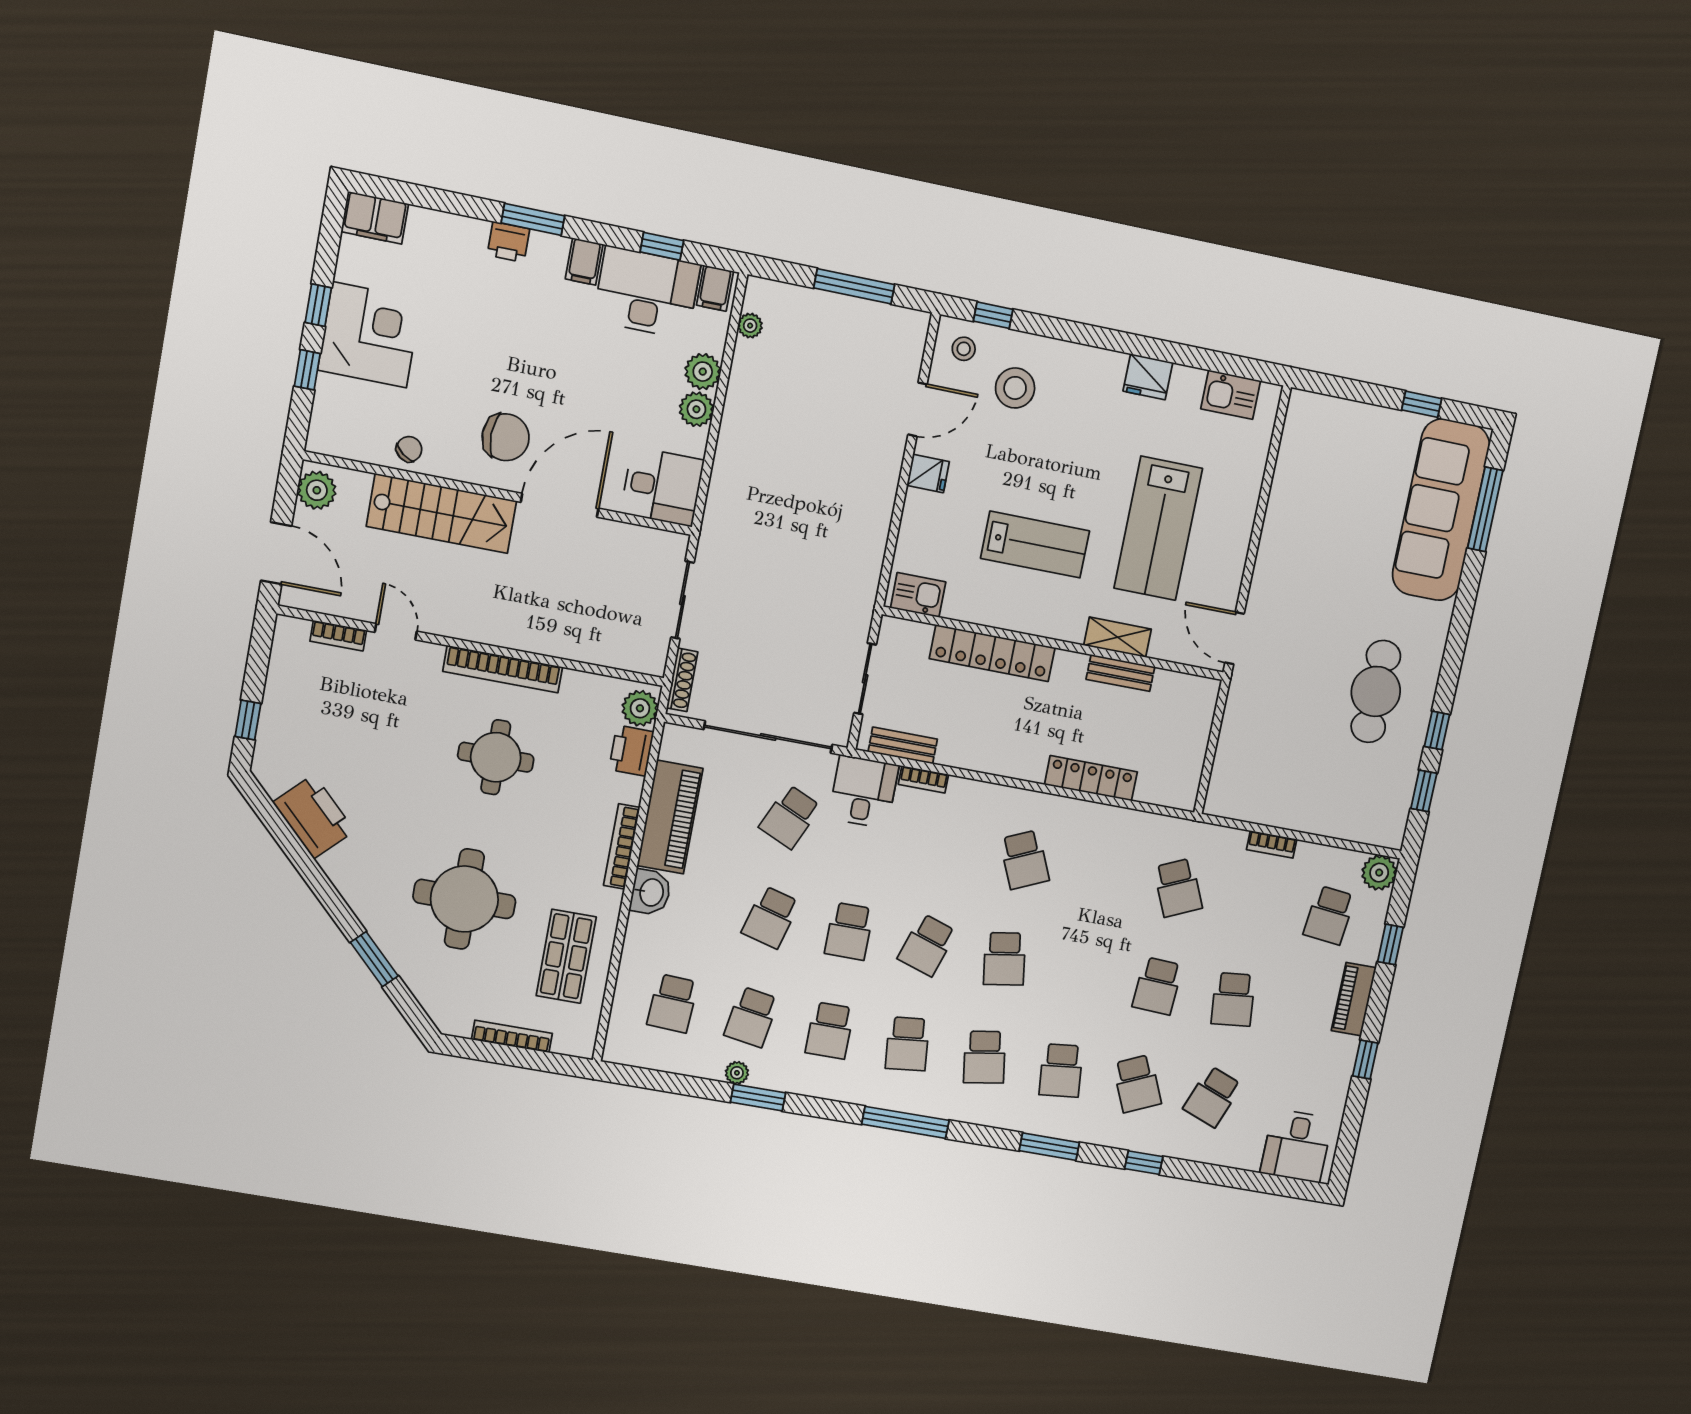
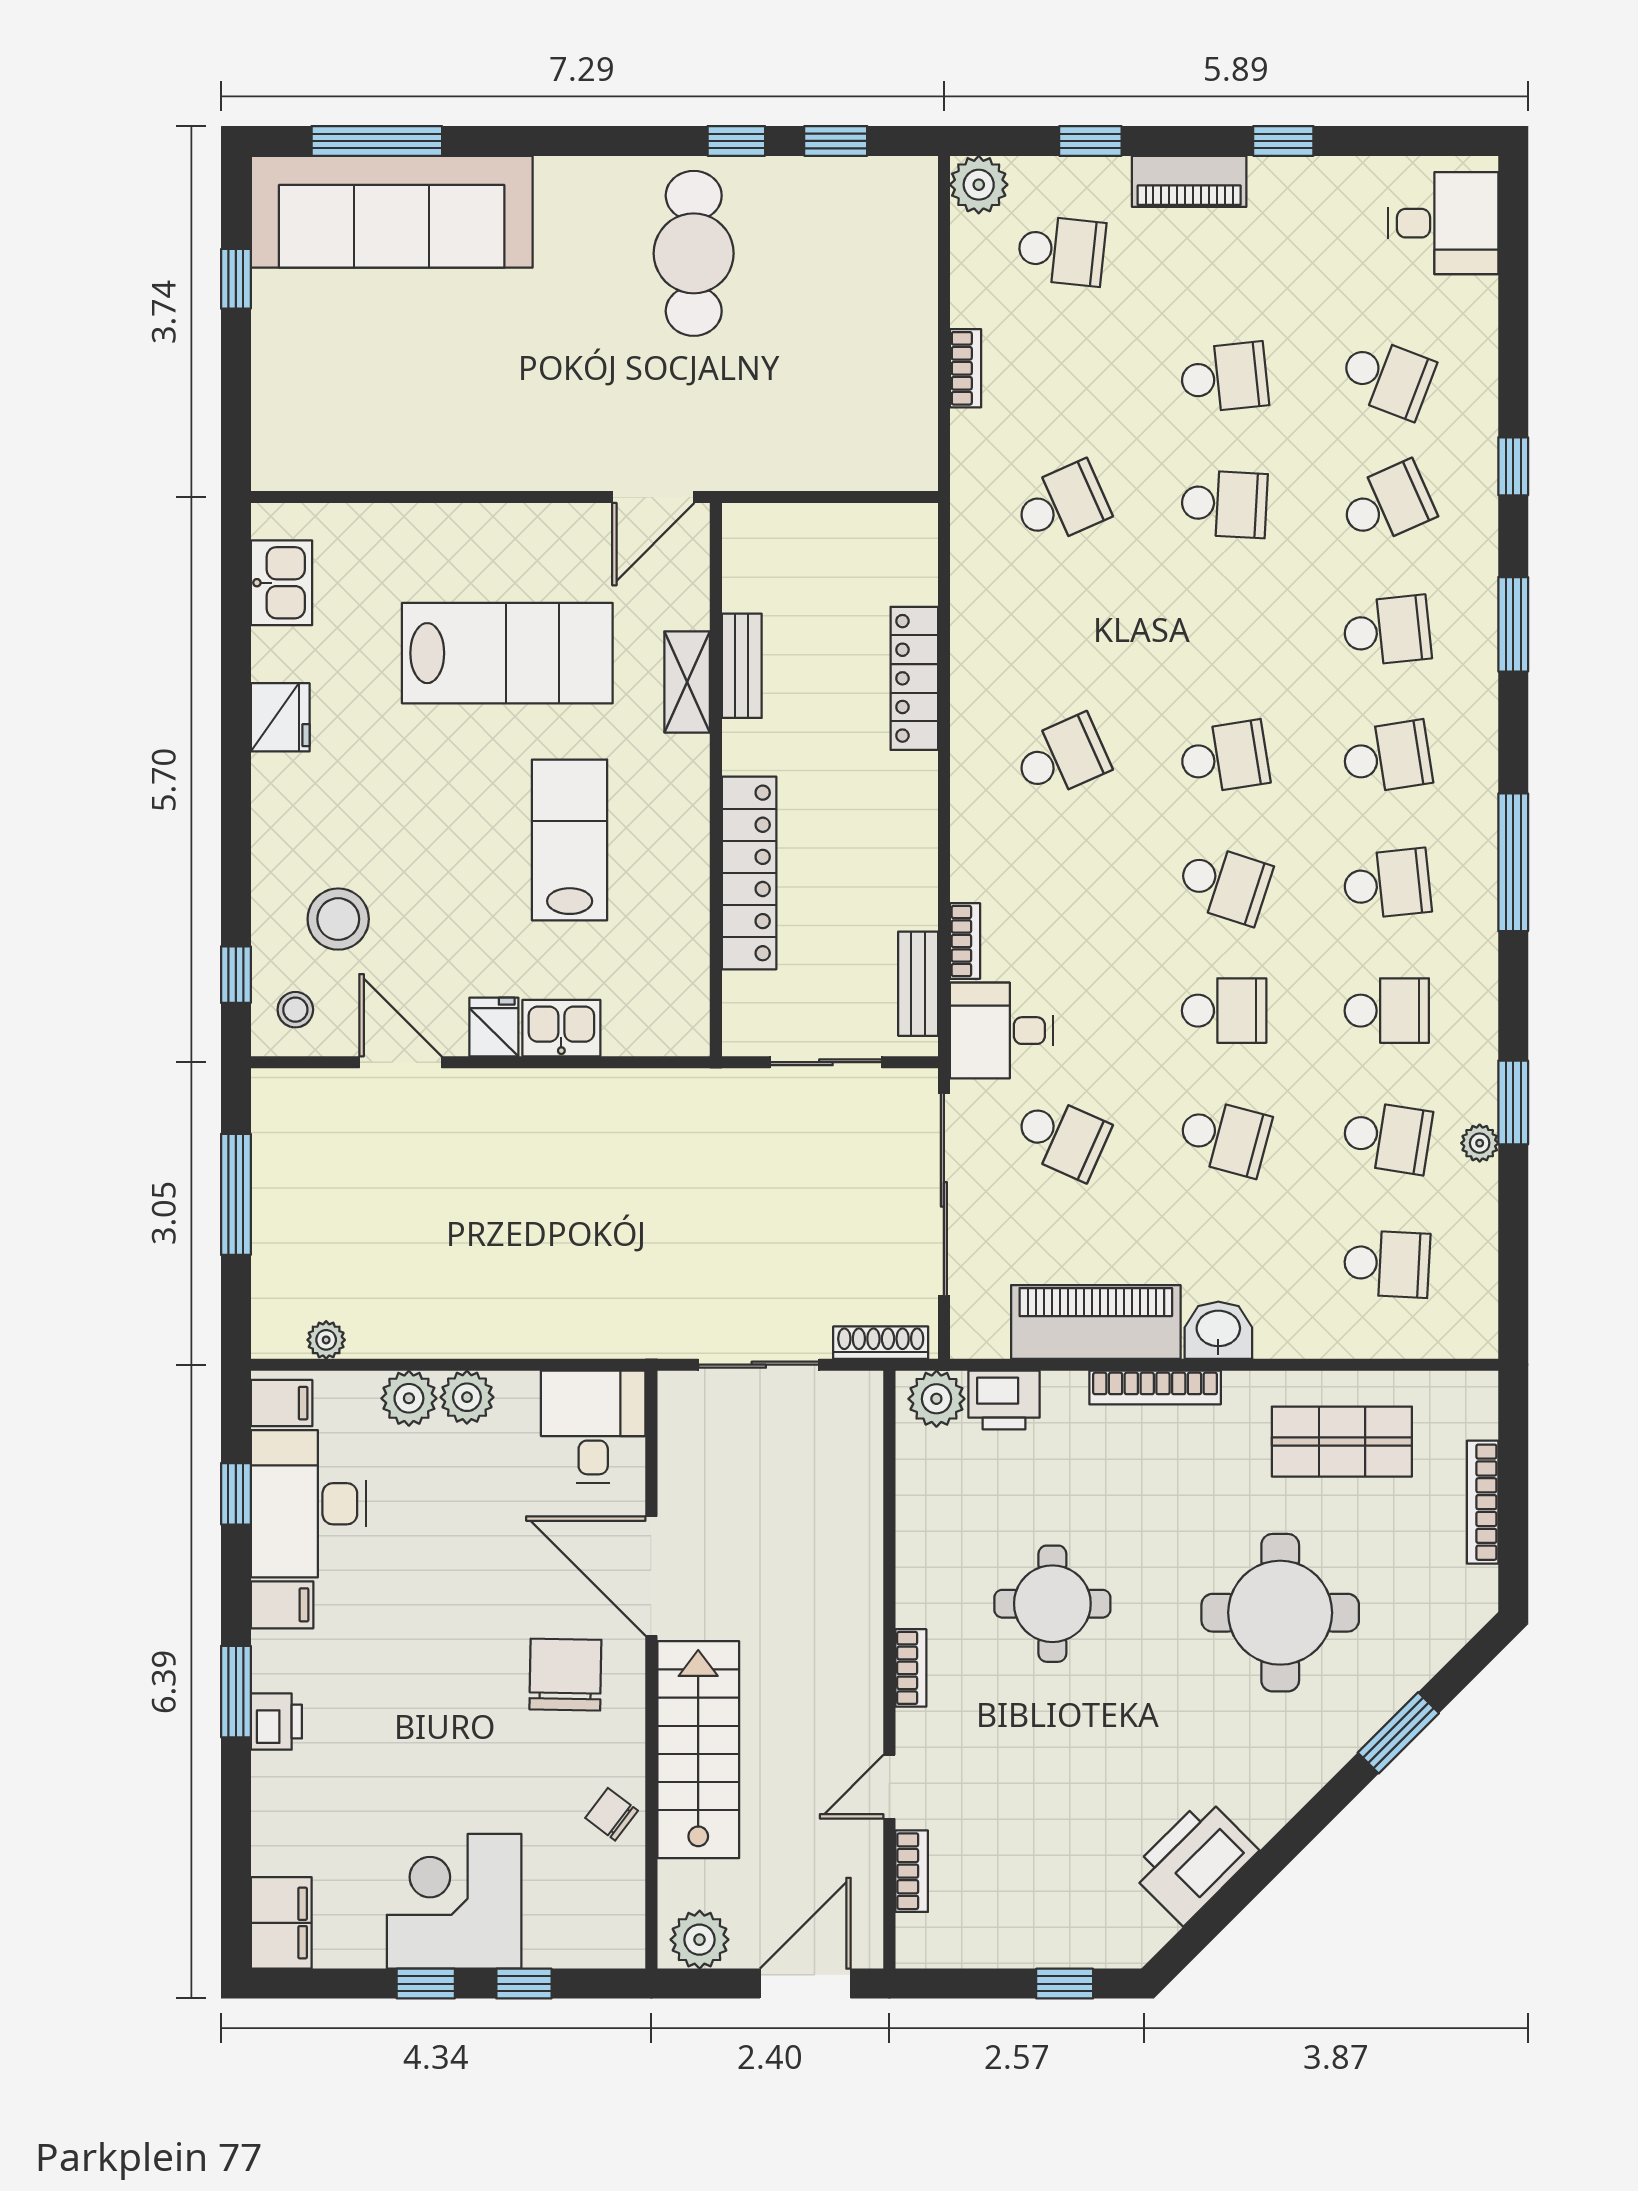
kitchen sink: (918, 595) -> (561, 1028), moved, turned 90
bookcase: (503, 669) -> (911, 1668), width x0.43, depth x0.76
cafe table: (1376, 691) -> (694, 253), turned 90

